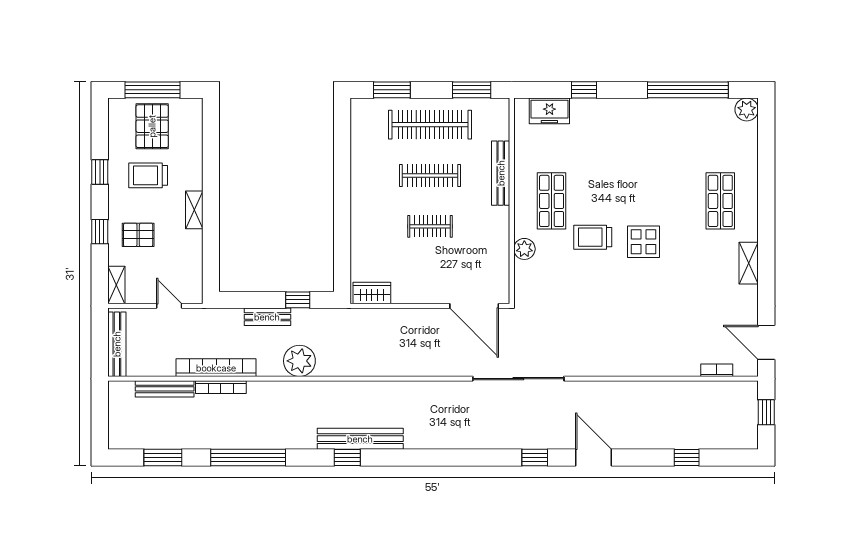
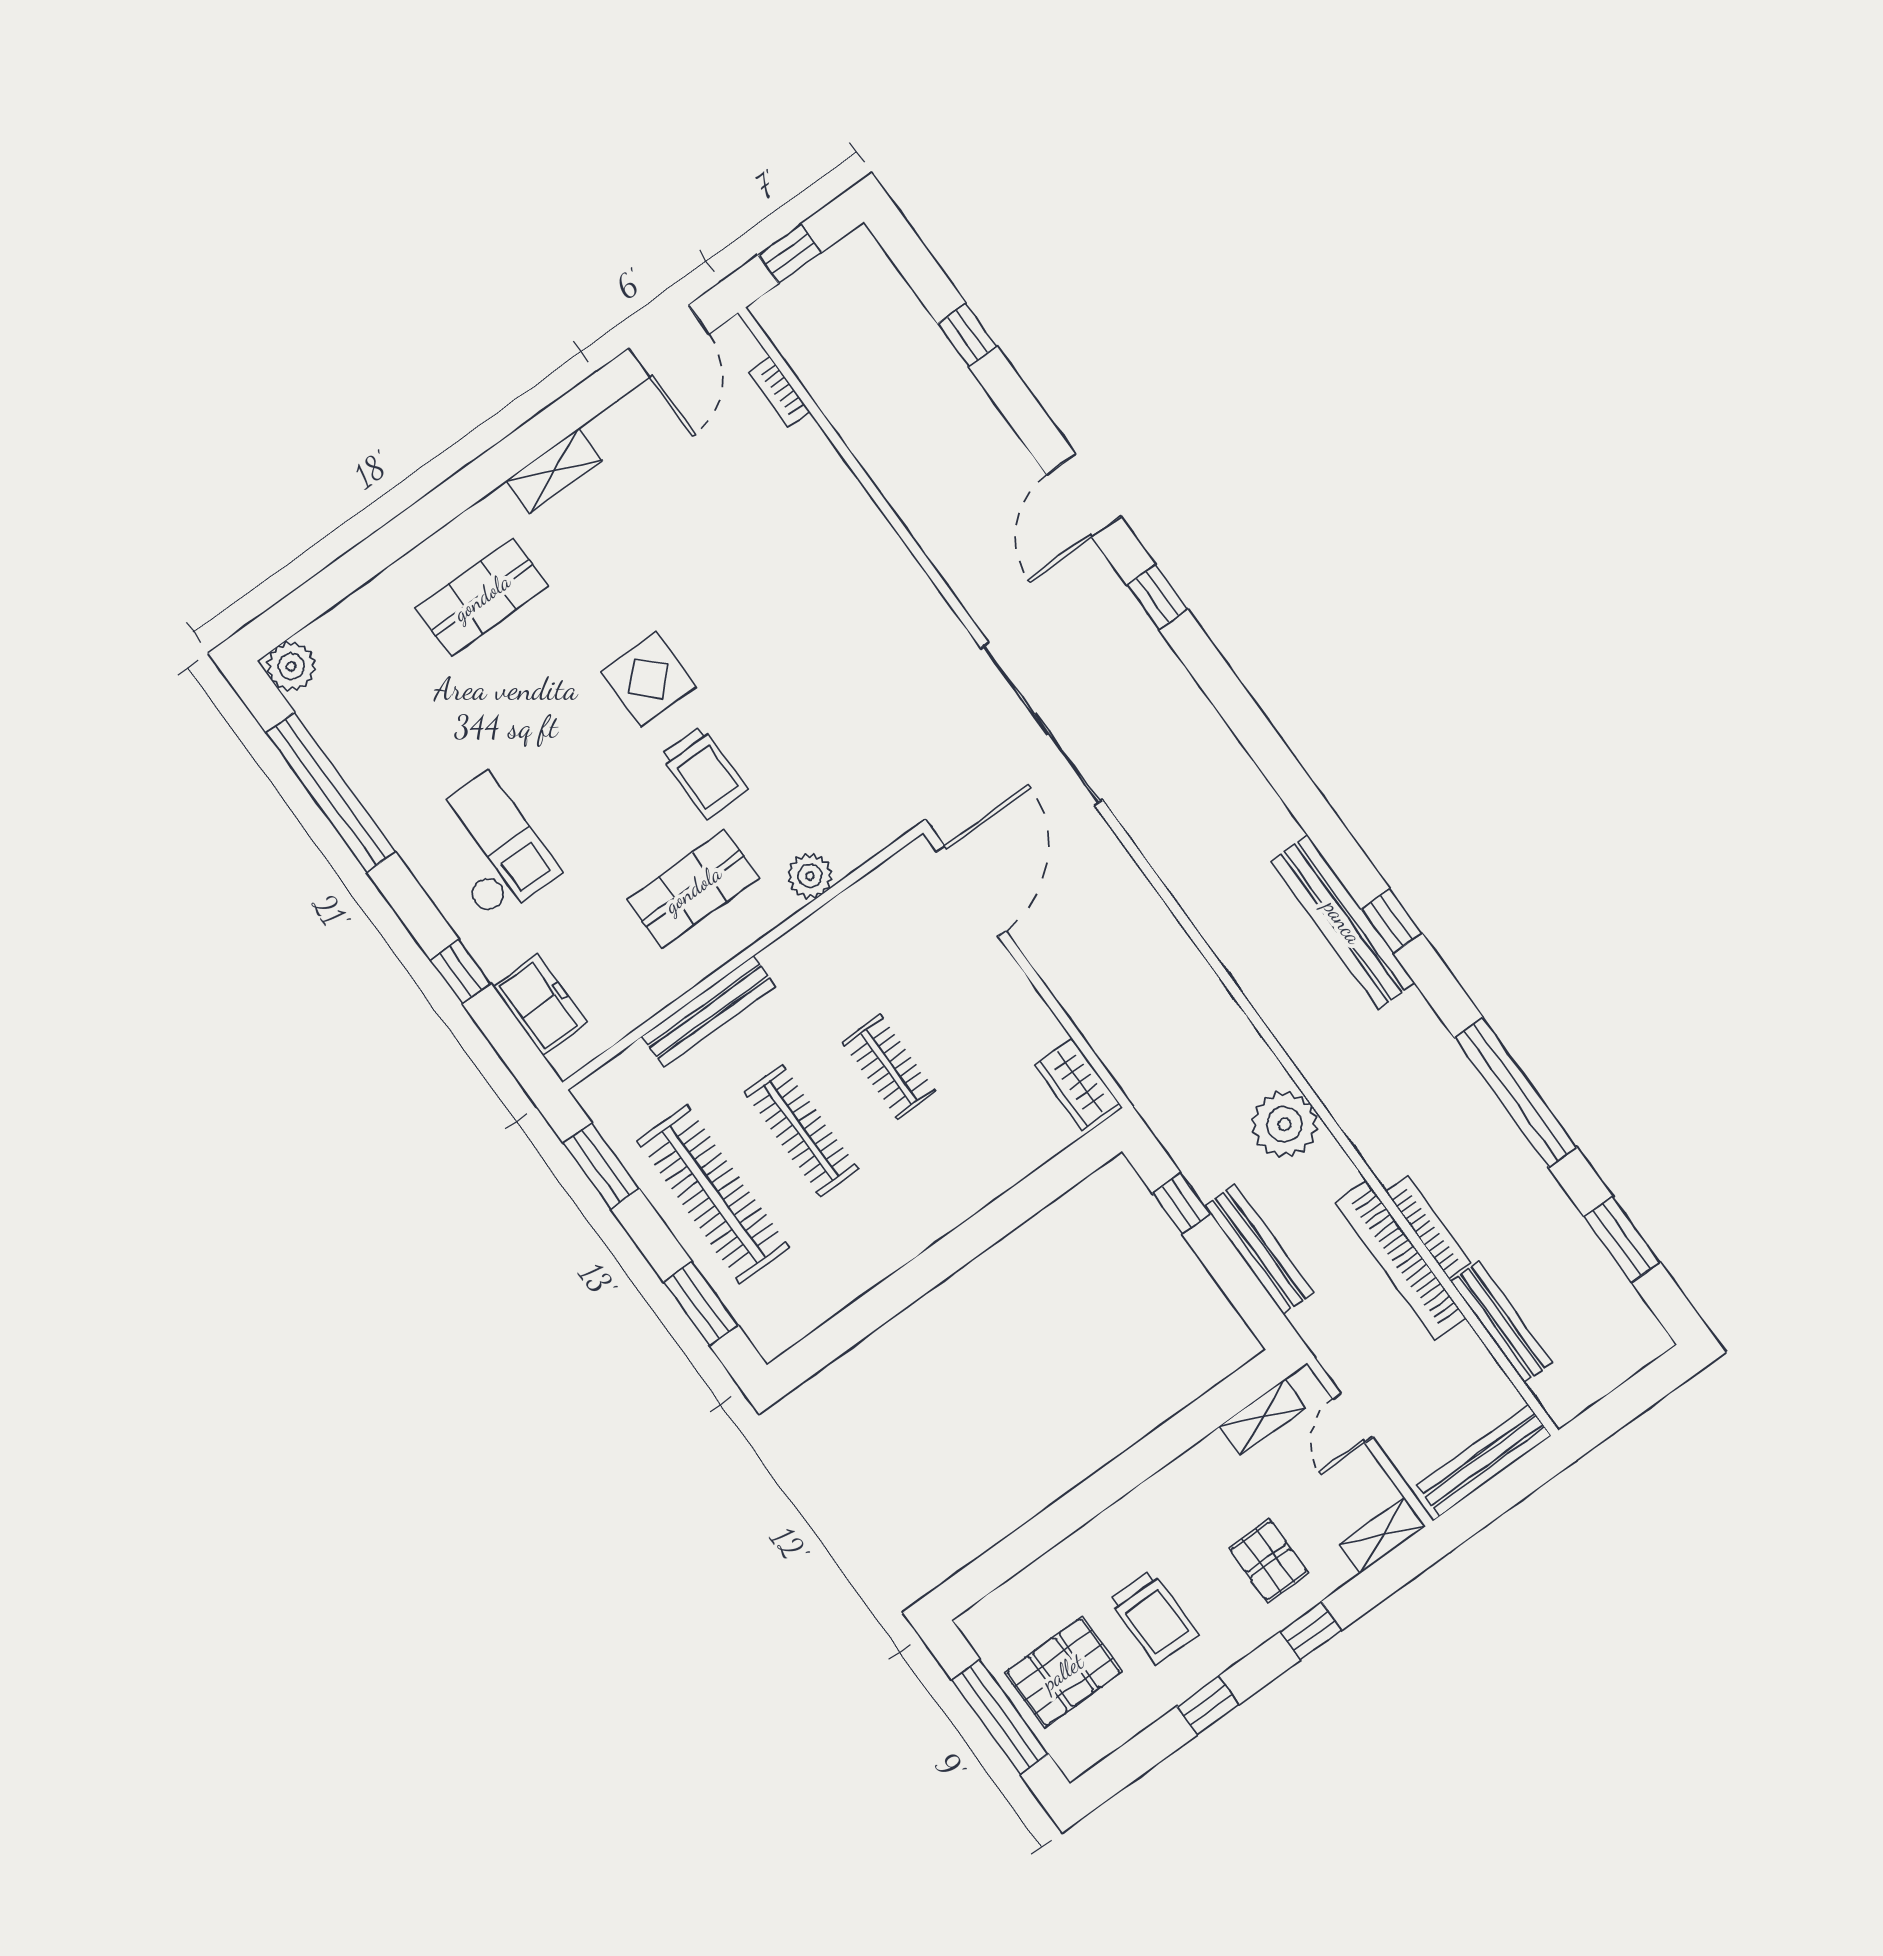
checkout: (623, 135) -> (489, 847), added
shelving: (194, 210) -> (1263, 1417), moved
bench: (267, 317) -> (1259, 1249), width x1.36

